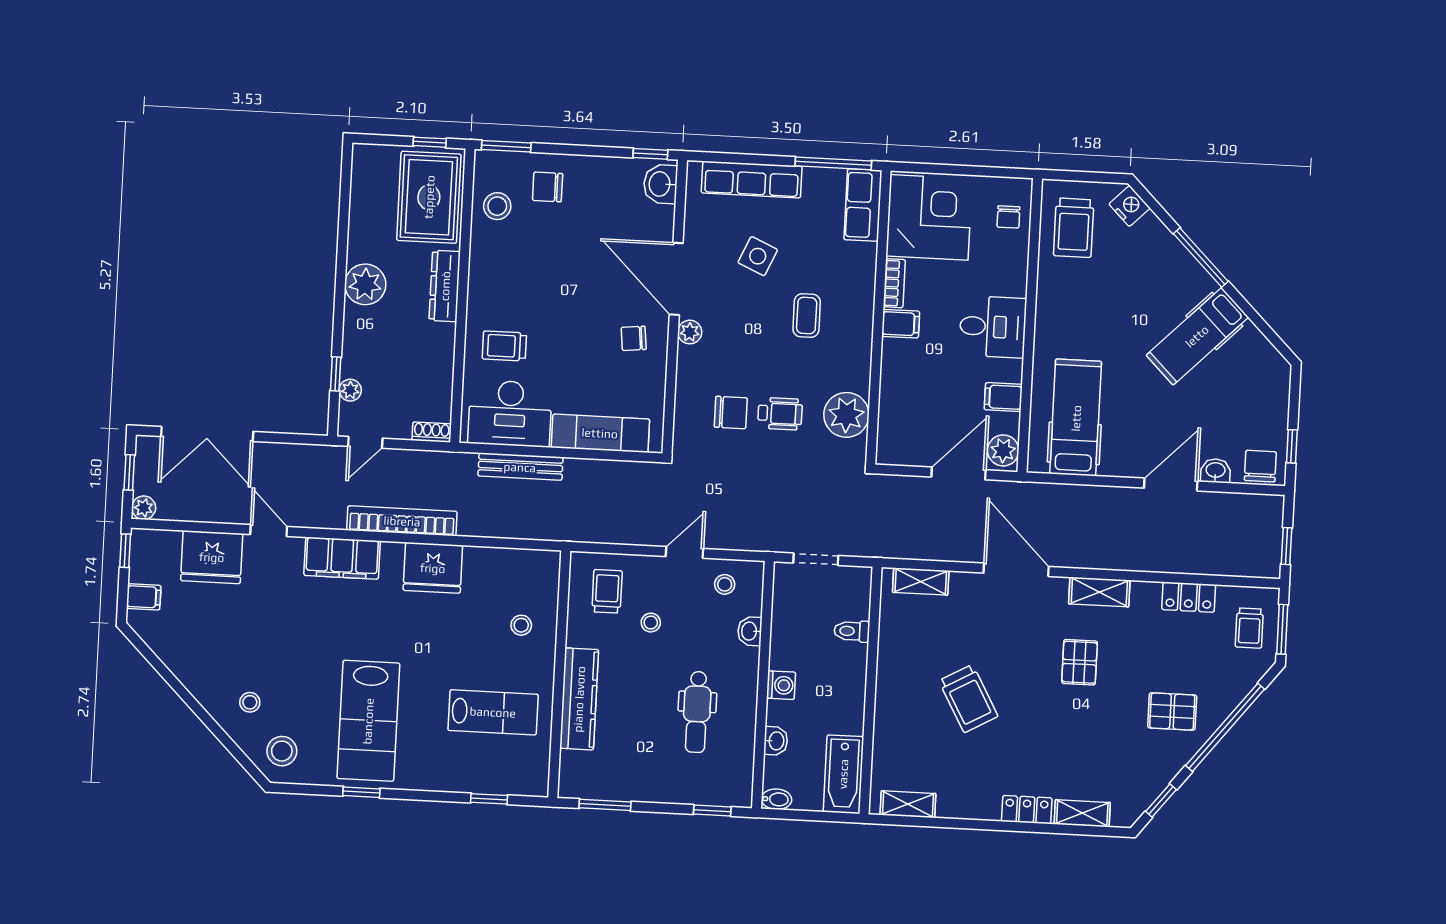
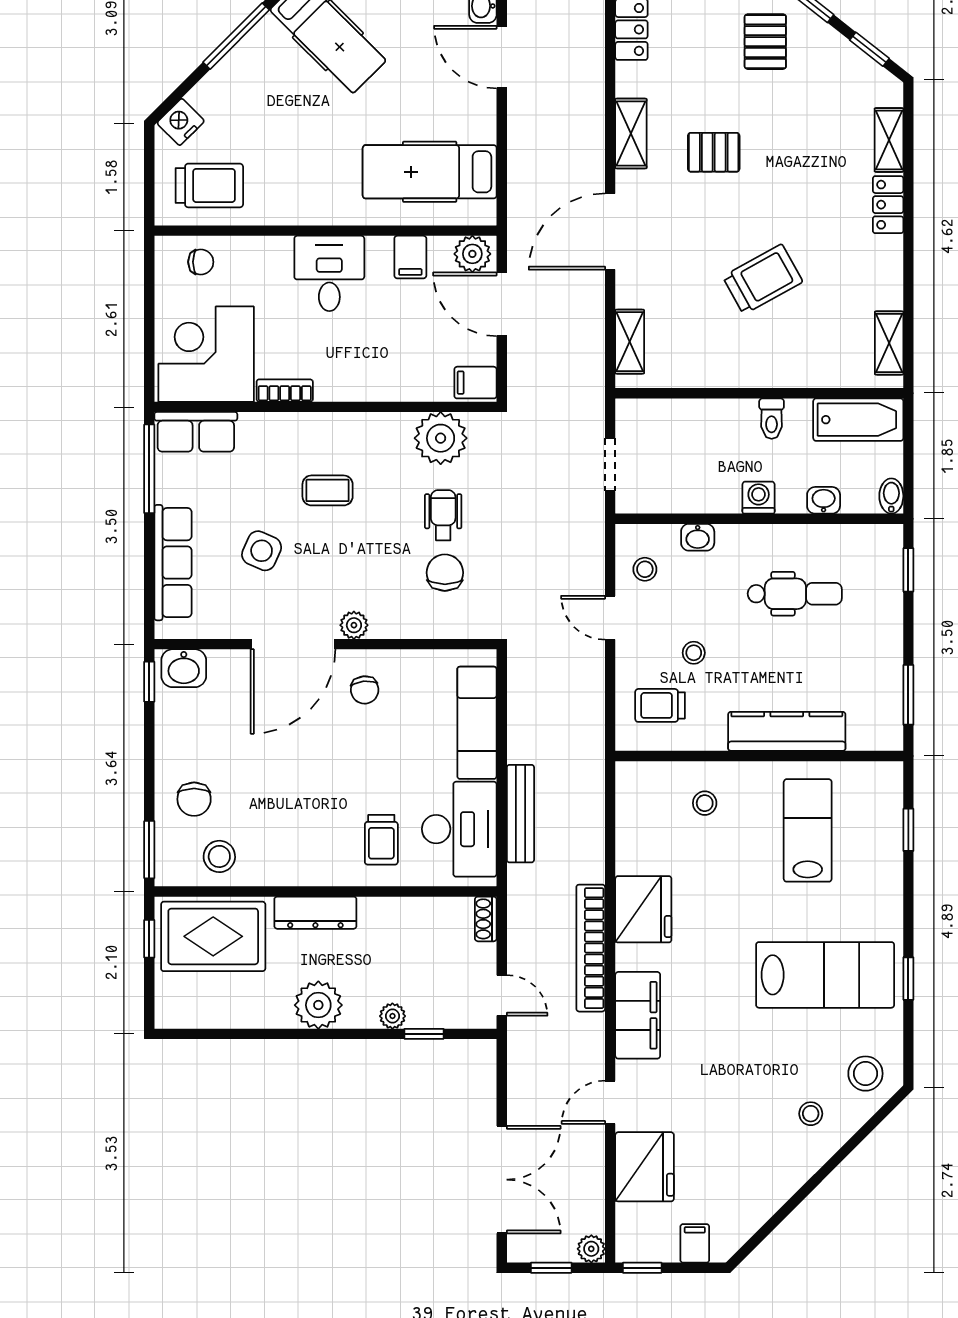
filing cabinet: (901, 324) -> (475, 383), moved, turned -90
plant: (350, 390) -> (392, 1016), moved
toilet: (852, 631) -> (772, 419), moved

